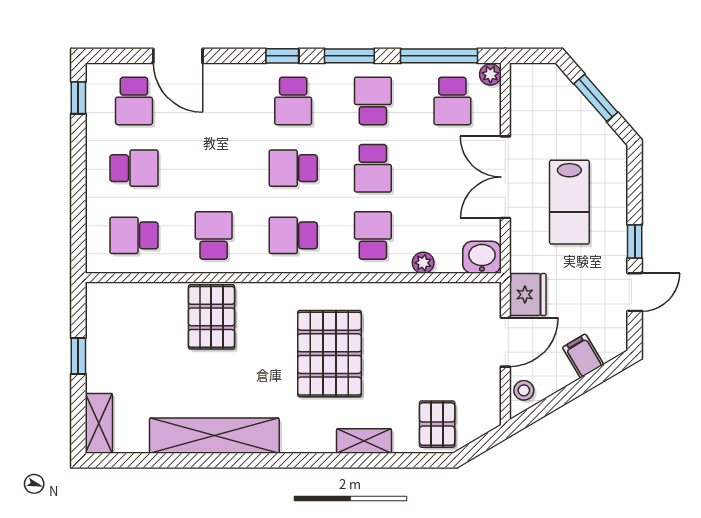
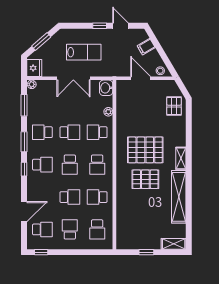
window: (439, 56) -> (24, 105), width x0.69
school desk: (452, 101) -> (70, 197), moved
fridge: (528, 295) -> (34, 68), moved, turned 90
pallet: (211, 317) -> (145, 179), moved
pallet: (437, 424) -> (174, 106), turned 90
shelving: (364, 441) -> (181, 158), moved

